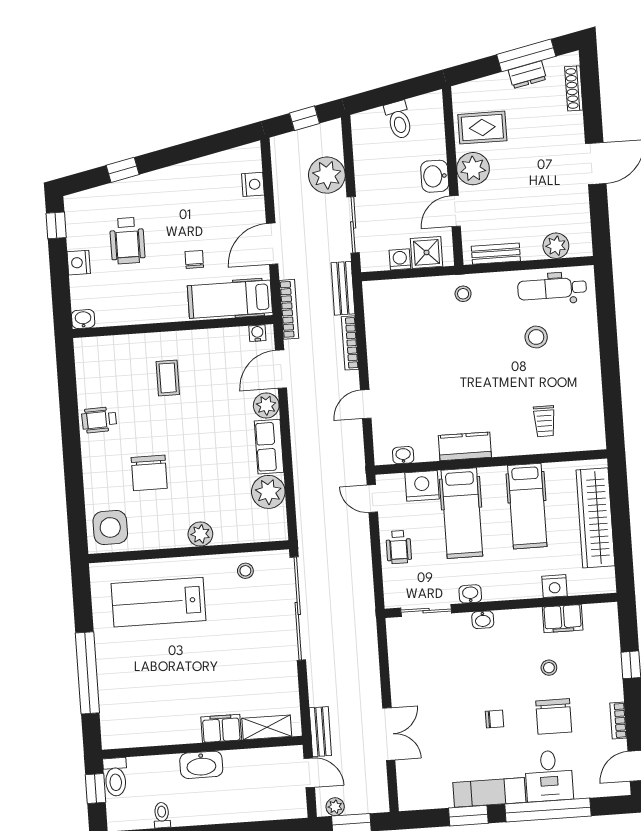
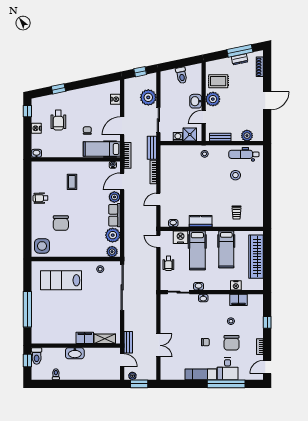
plant: (200, 534) -> (112, 252), moved
window: (468, 816) -> (191, 384), removed

